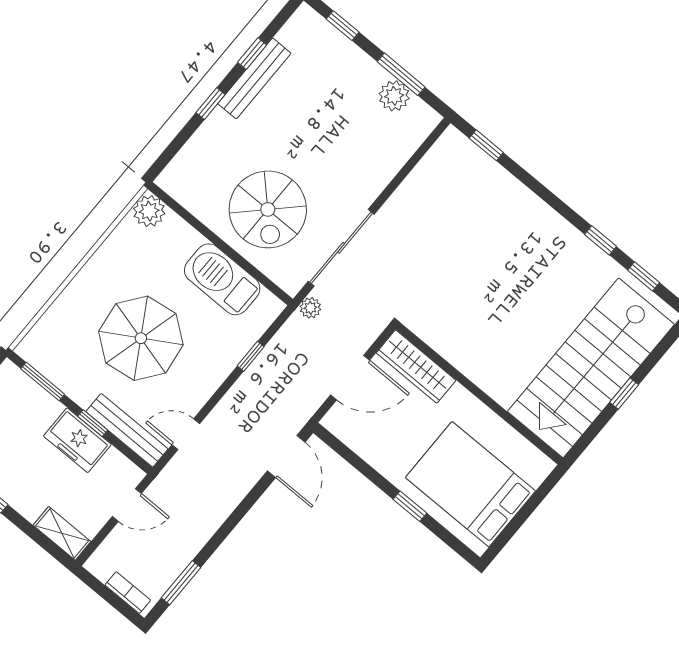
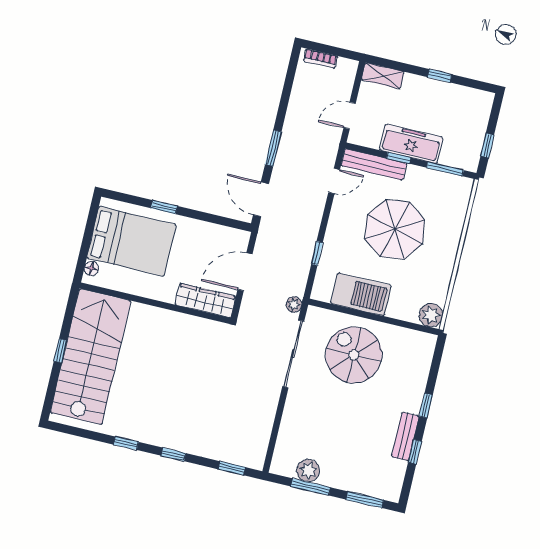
window: (343, 26) -> (365, 500), width x1.50
bench: (254, 78) -> (405, 436), width x0.73
window: (644, 276) -> (173, 454), moved
freezer: (77, 440) -> (411, 144), width x1.40
floor lamp: (536, 475) -> (92, 268), added
window: (181, 583) -> (273, 148), moved

